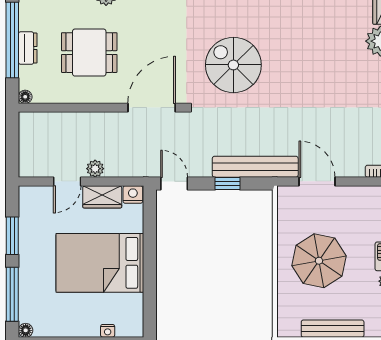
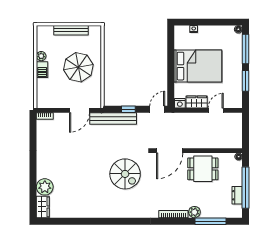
dresser: (28, 48) -> (237, 195), moved
dining table: (89, 53) -> (203, 169), moved
plant: (95, 169) -> (200, 117), removed
door: (317, 181) -> (79, 110), hinge flipped
door: (174, 184) -> (157, 109), swing flipped

